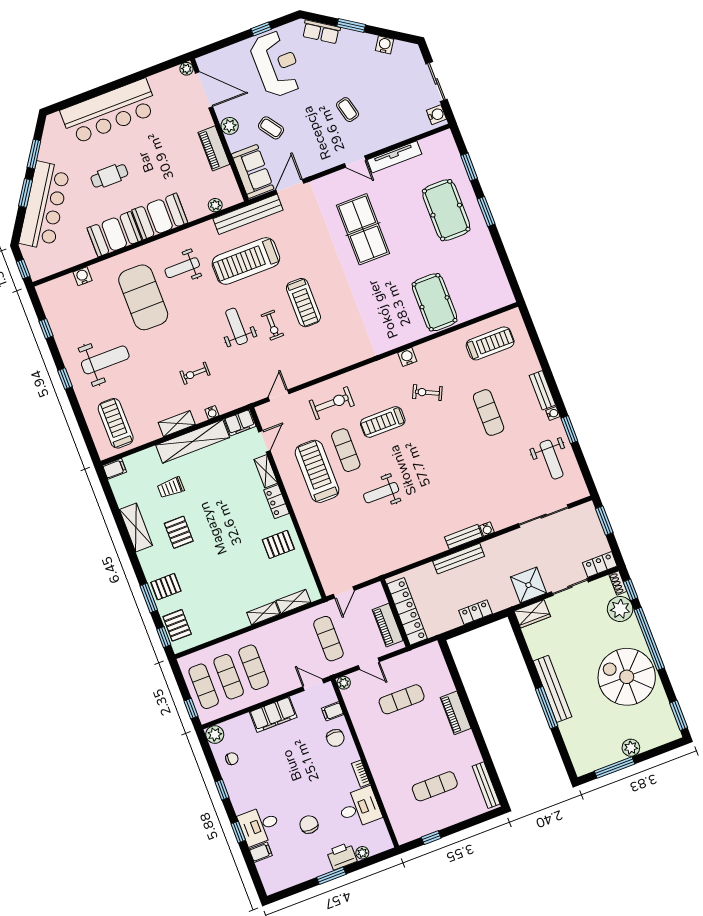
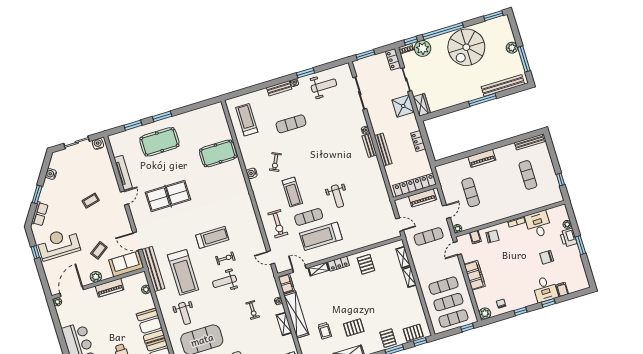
exercise bike: (332, 403) -> (278, 224), turned 180
bench: (553, 689) -> (503, 85), moved

